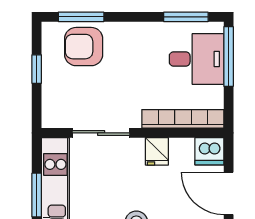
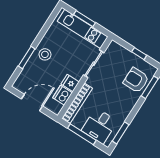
armchair: (84, 47) -> (136, 80), turned -90
window: (229, 56) -> (82, 134), moved
dishwasher: (209, 151) -> (62, 95), moved

